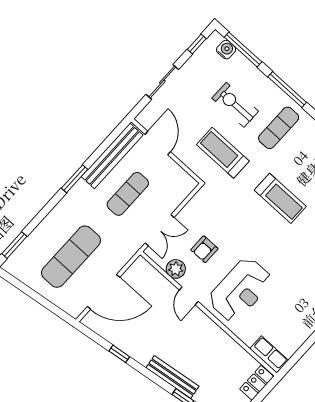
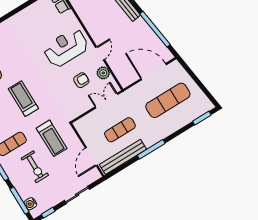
window: (75, 179) -> (151, 149), width x1.44
window: (119, 354) -> (155, 29), width x3.17

